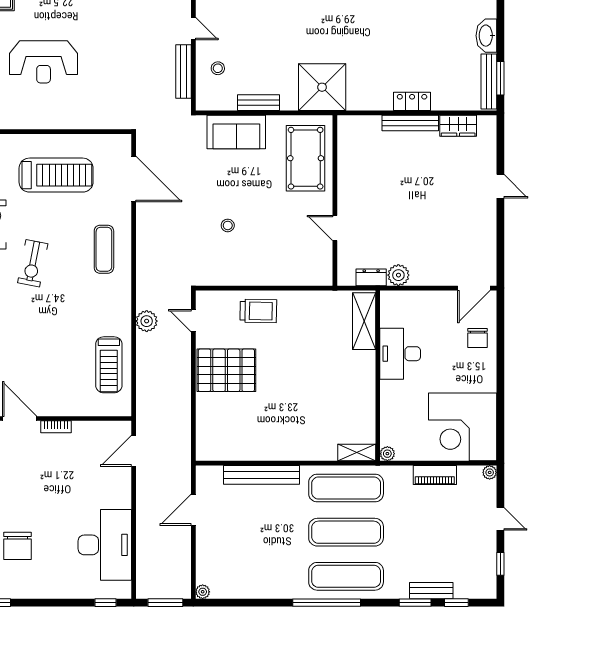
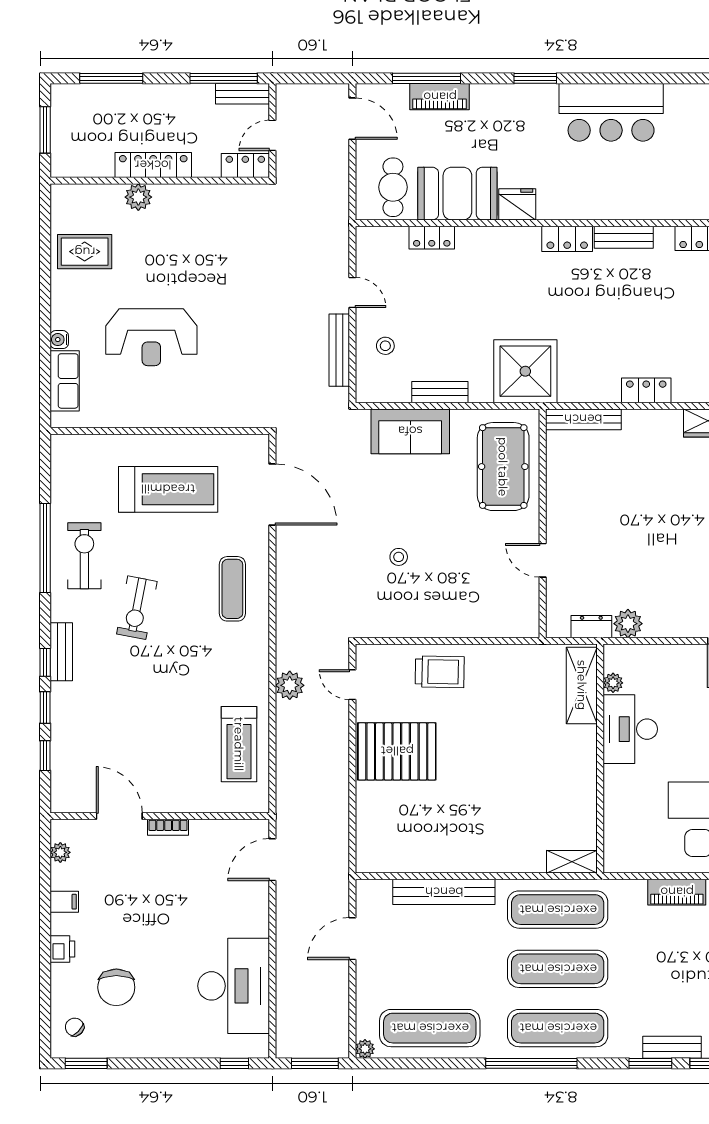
bench: (410, 123) -> (583, 419), moved
plant: (387, 454) -> (613, 683), moved
exercise mat: (251, 576) -> (430, 1028), added

